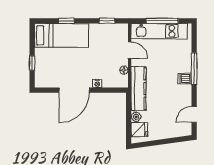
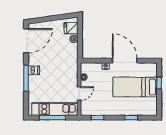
bed: (61, 35) -> (135, 87), moved
door: (130, 50) -> (79, 93), swing flipped
kitchen counter: (138, 89) -> (72, 62), removed
door: (74, 90) -> (125, 61), hinge flipped
door: (194, 114) -> (26, 41), width x1.87

